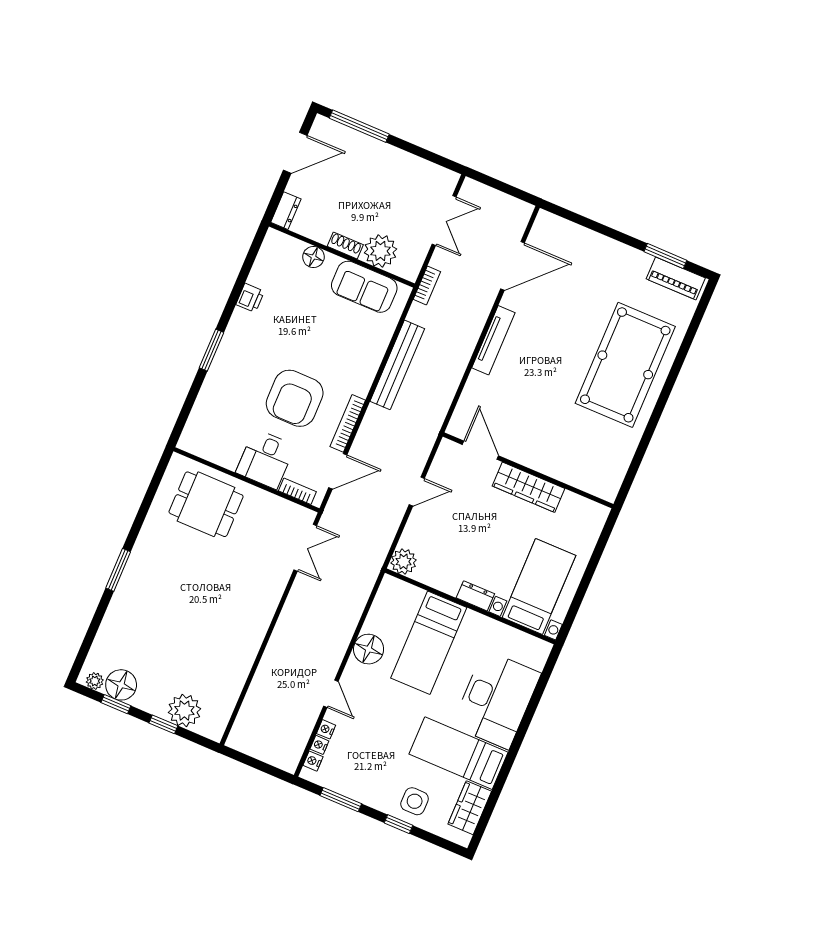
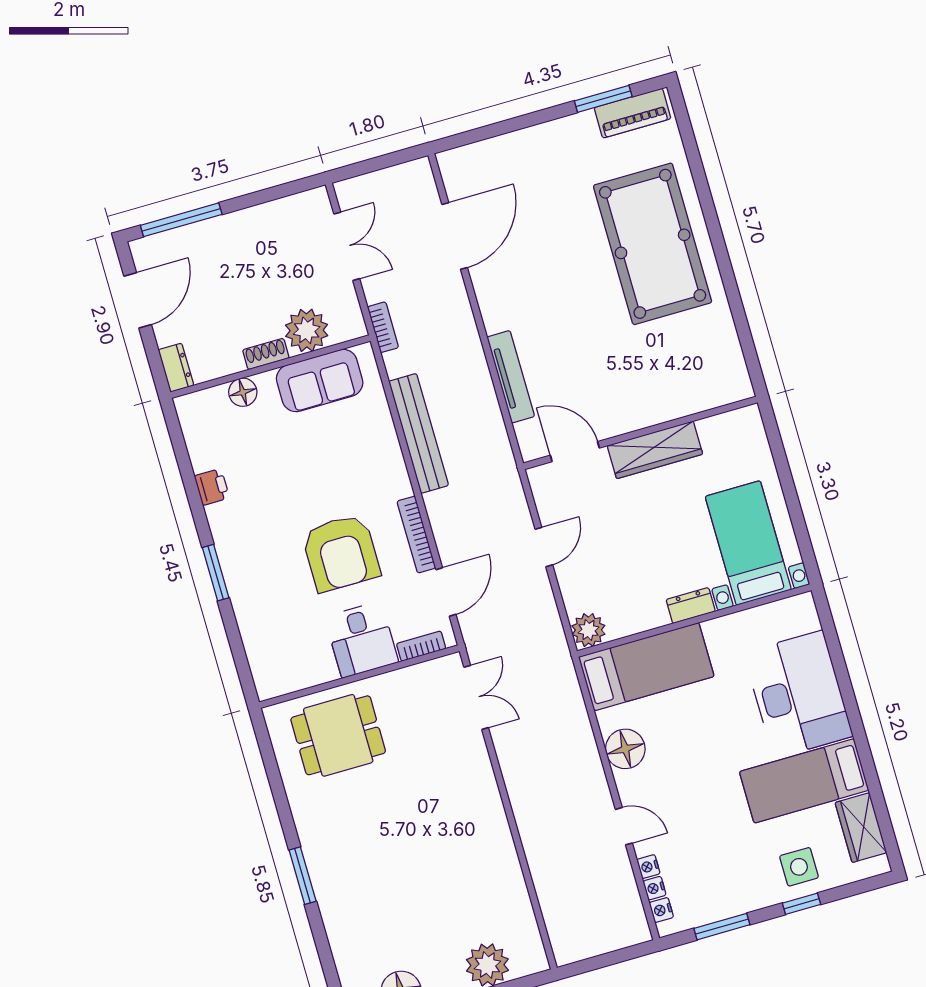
tv unit: (493, 340) -> (511, 377), moved
bed: (429, 643) -> (646, 667), moved, turned -90

